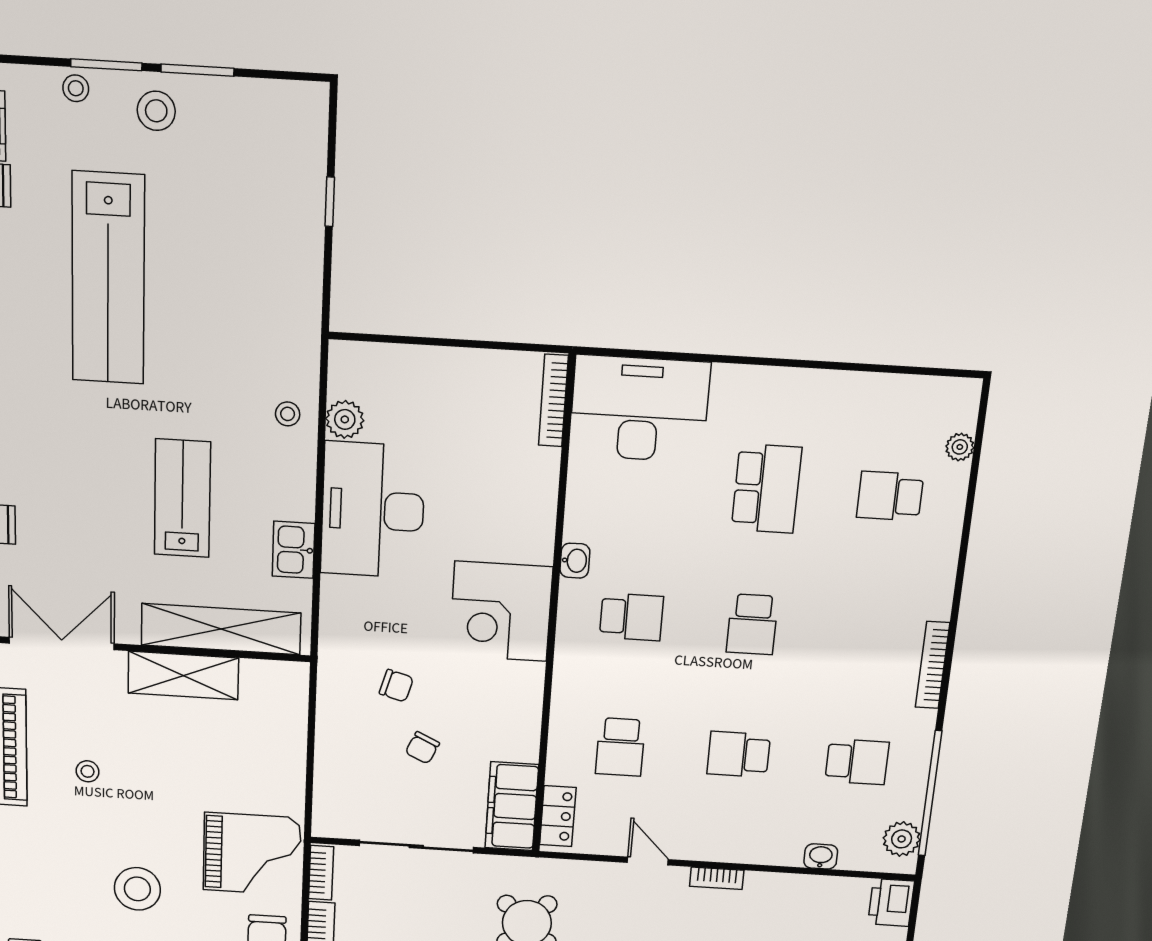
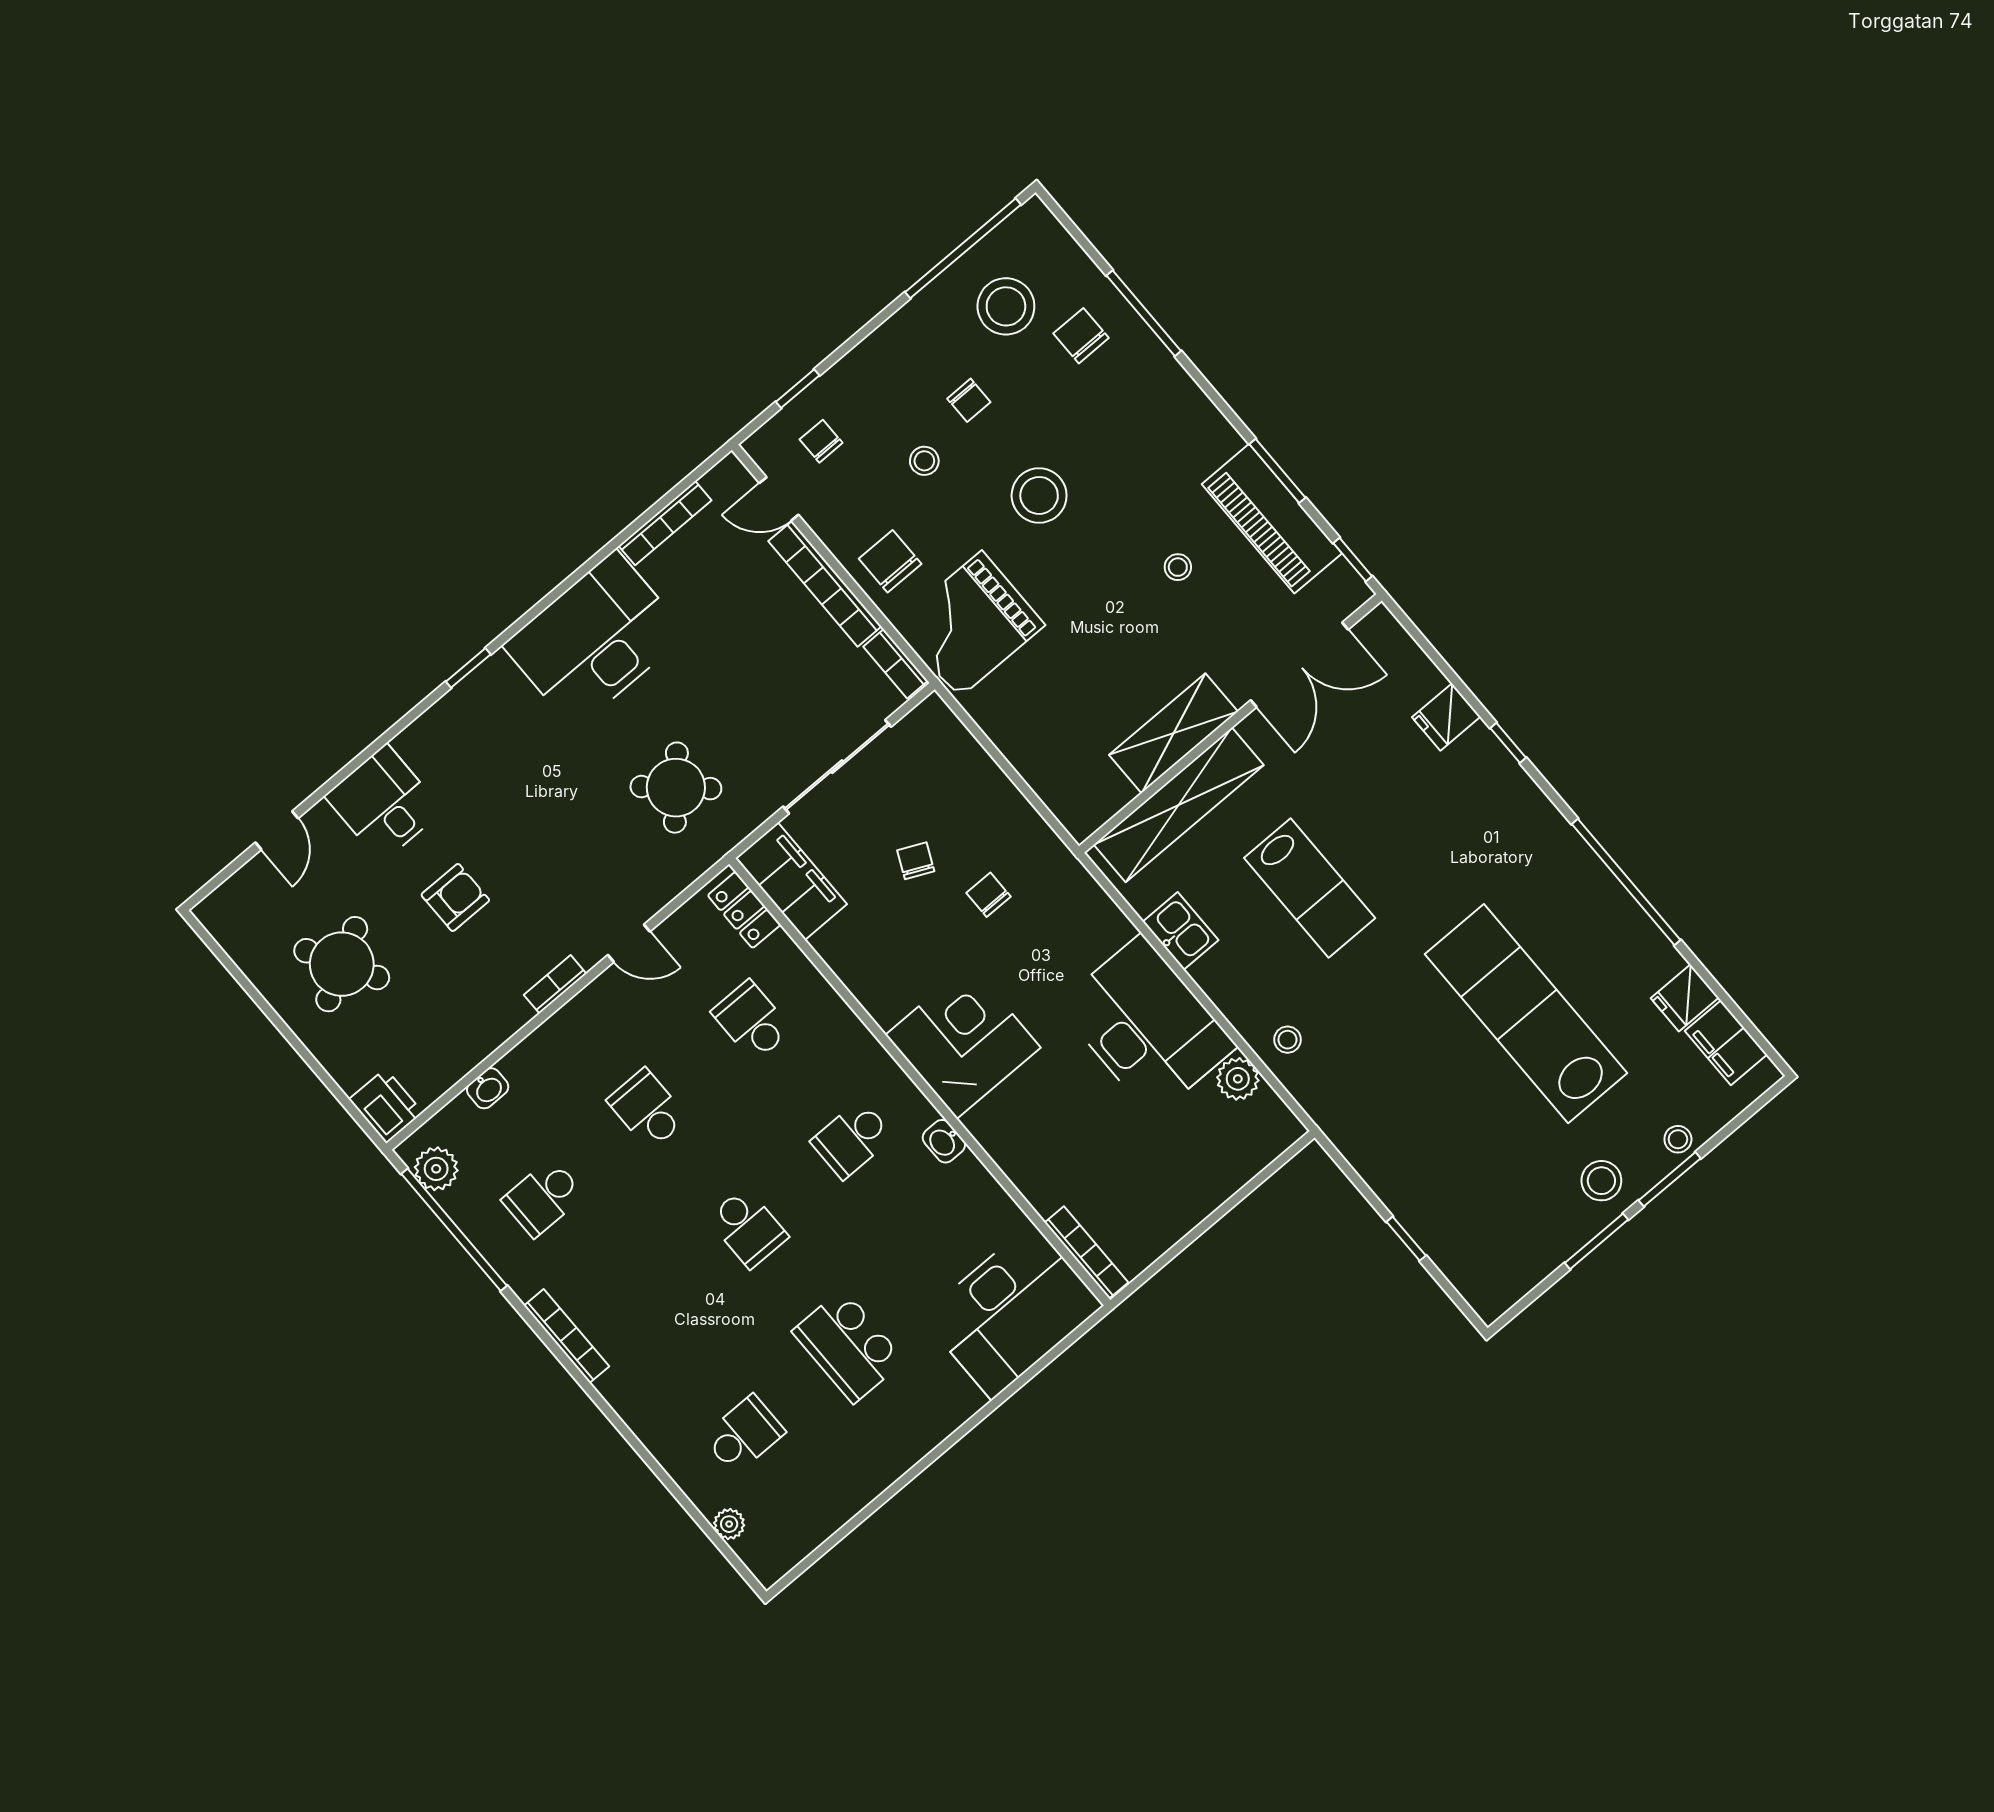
school desk: (752, 624) -> (748, 1228), turned 180
chair: (396, 686) -> (989, 895), turned 74
school desk: (739, 754) -> (647, 1109), turned -90

